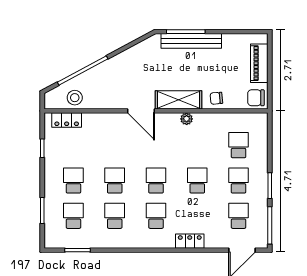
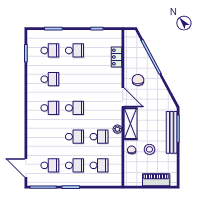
stool: (75, 98) -> (149, 149), moved
chair: (256, 98) -> (138, 80), moved
door: (141, 111) -> (123, 97), swing flipped
locker: (67, 120) -> (116, 57), moved
school desk: (115, 180) -> (99, 137), moved
locker: (190, 241) -> (32, 131), removed

